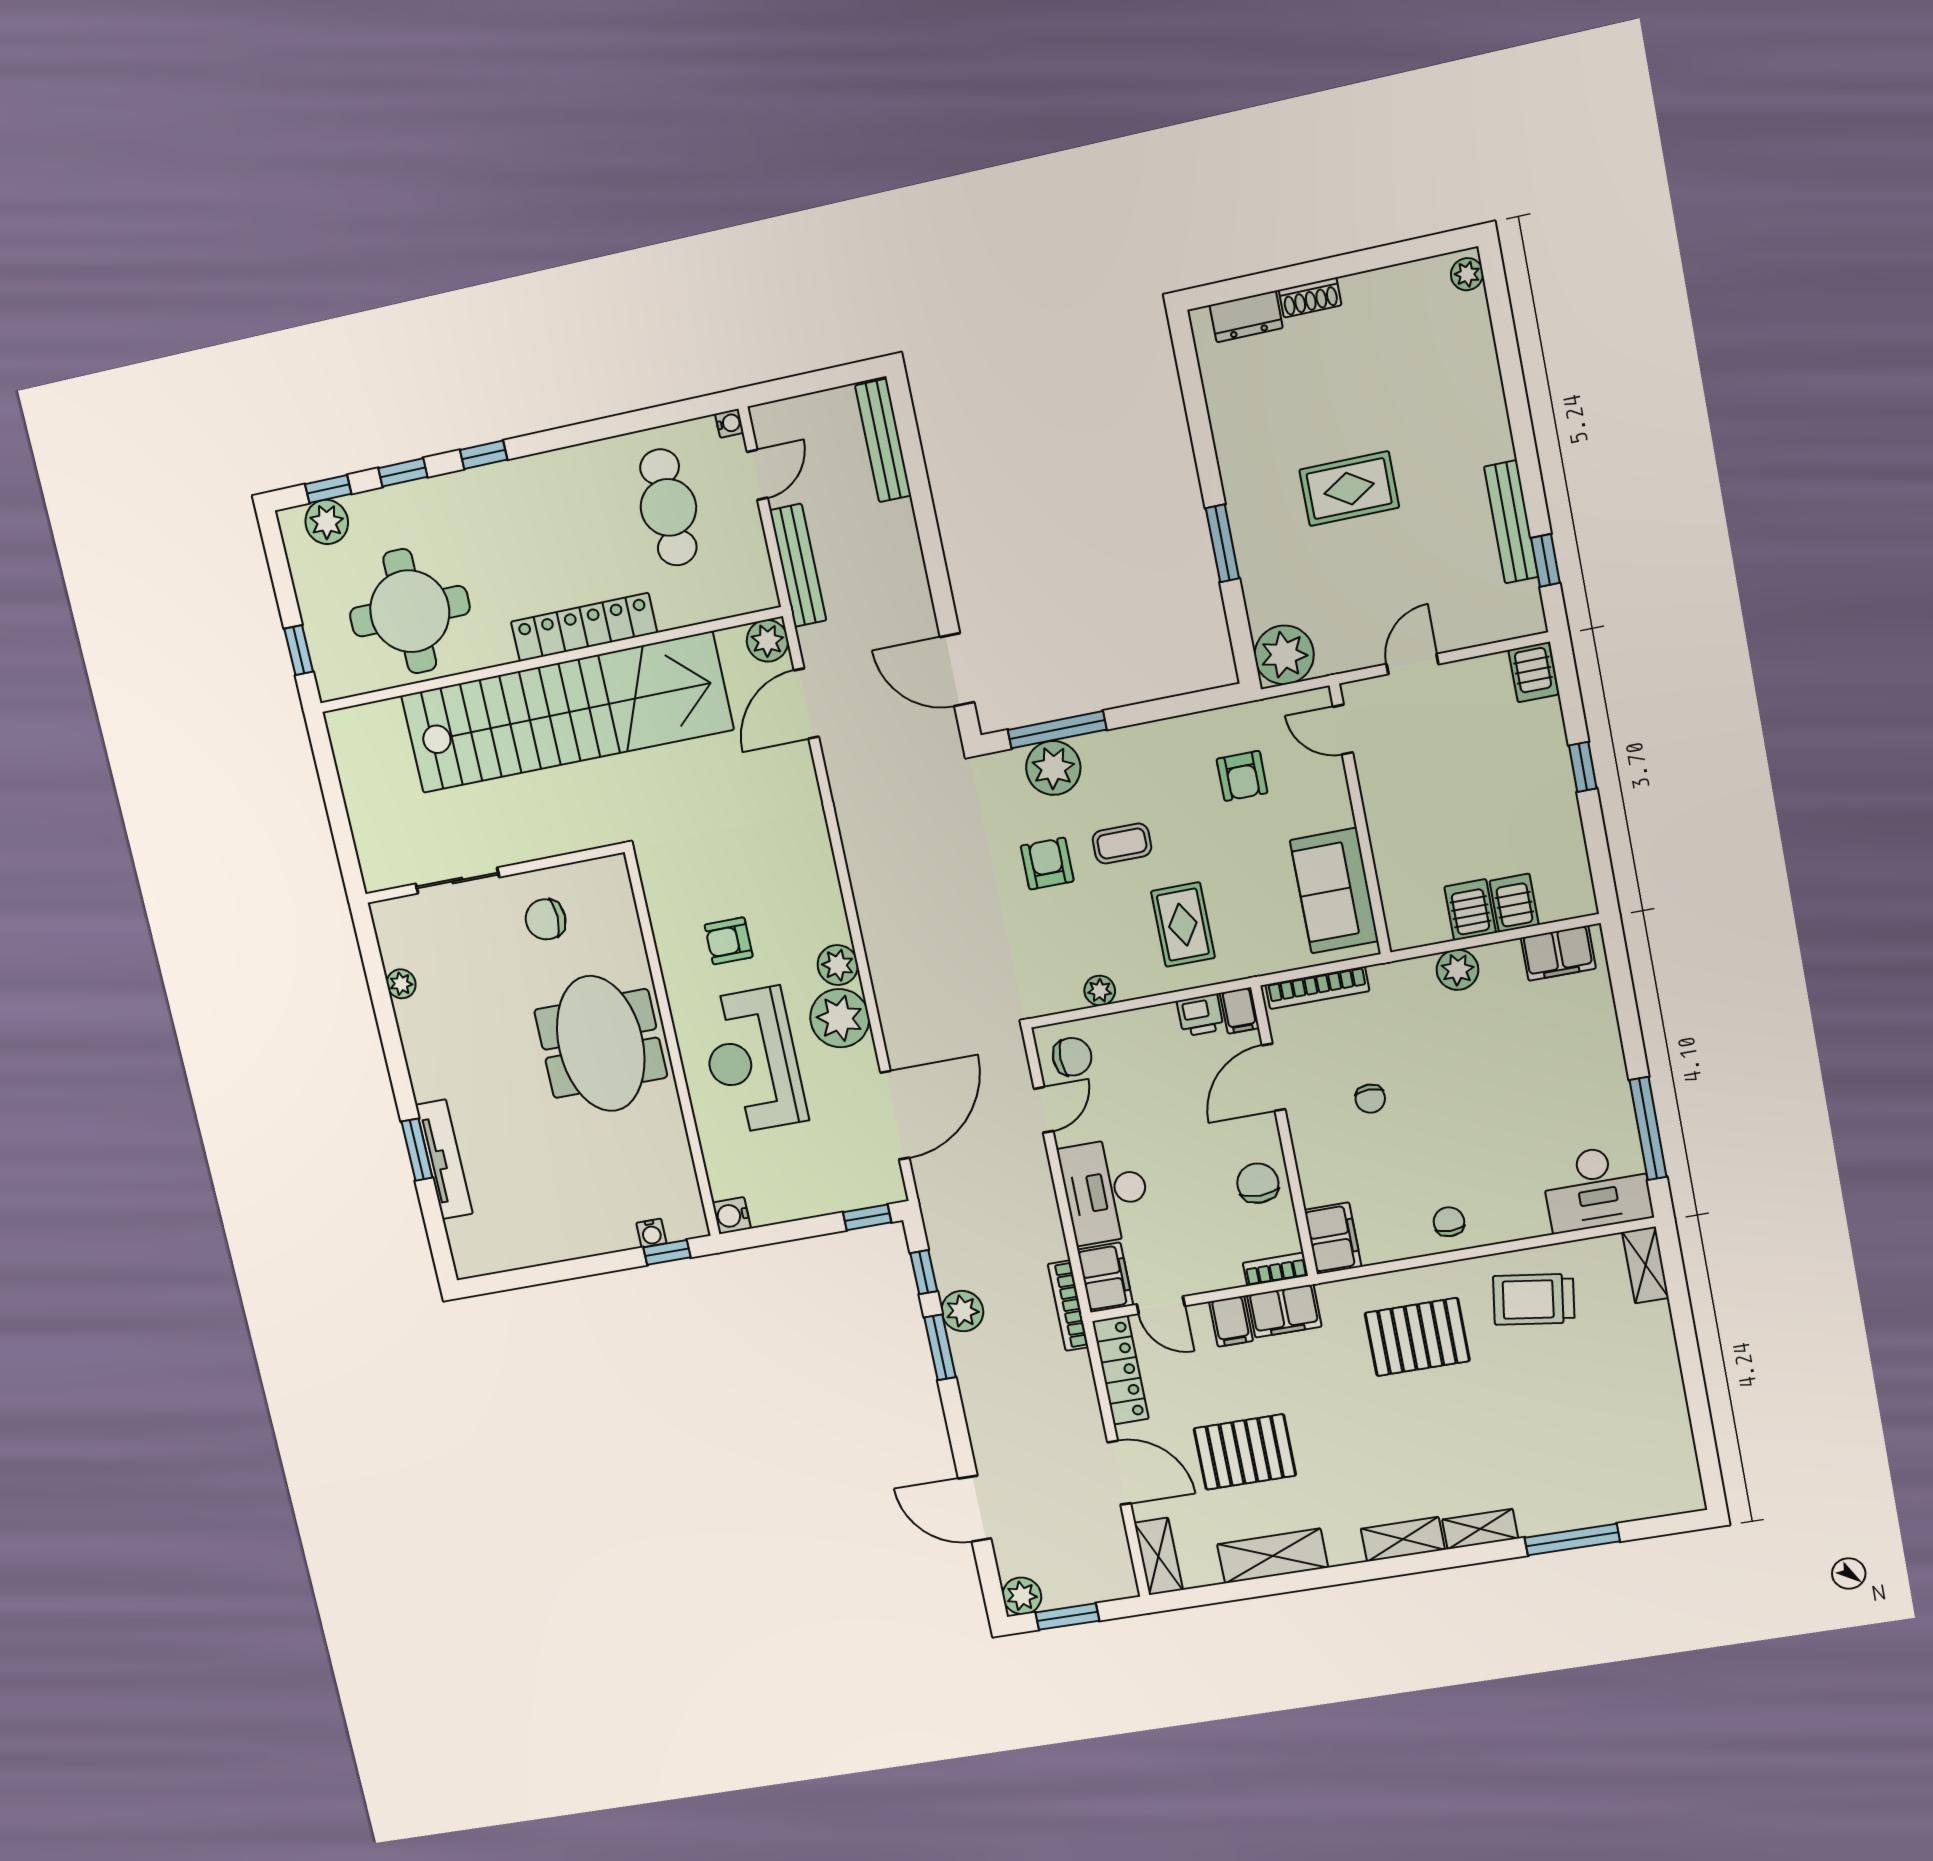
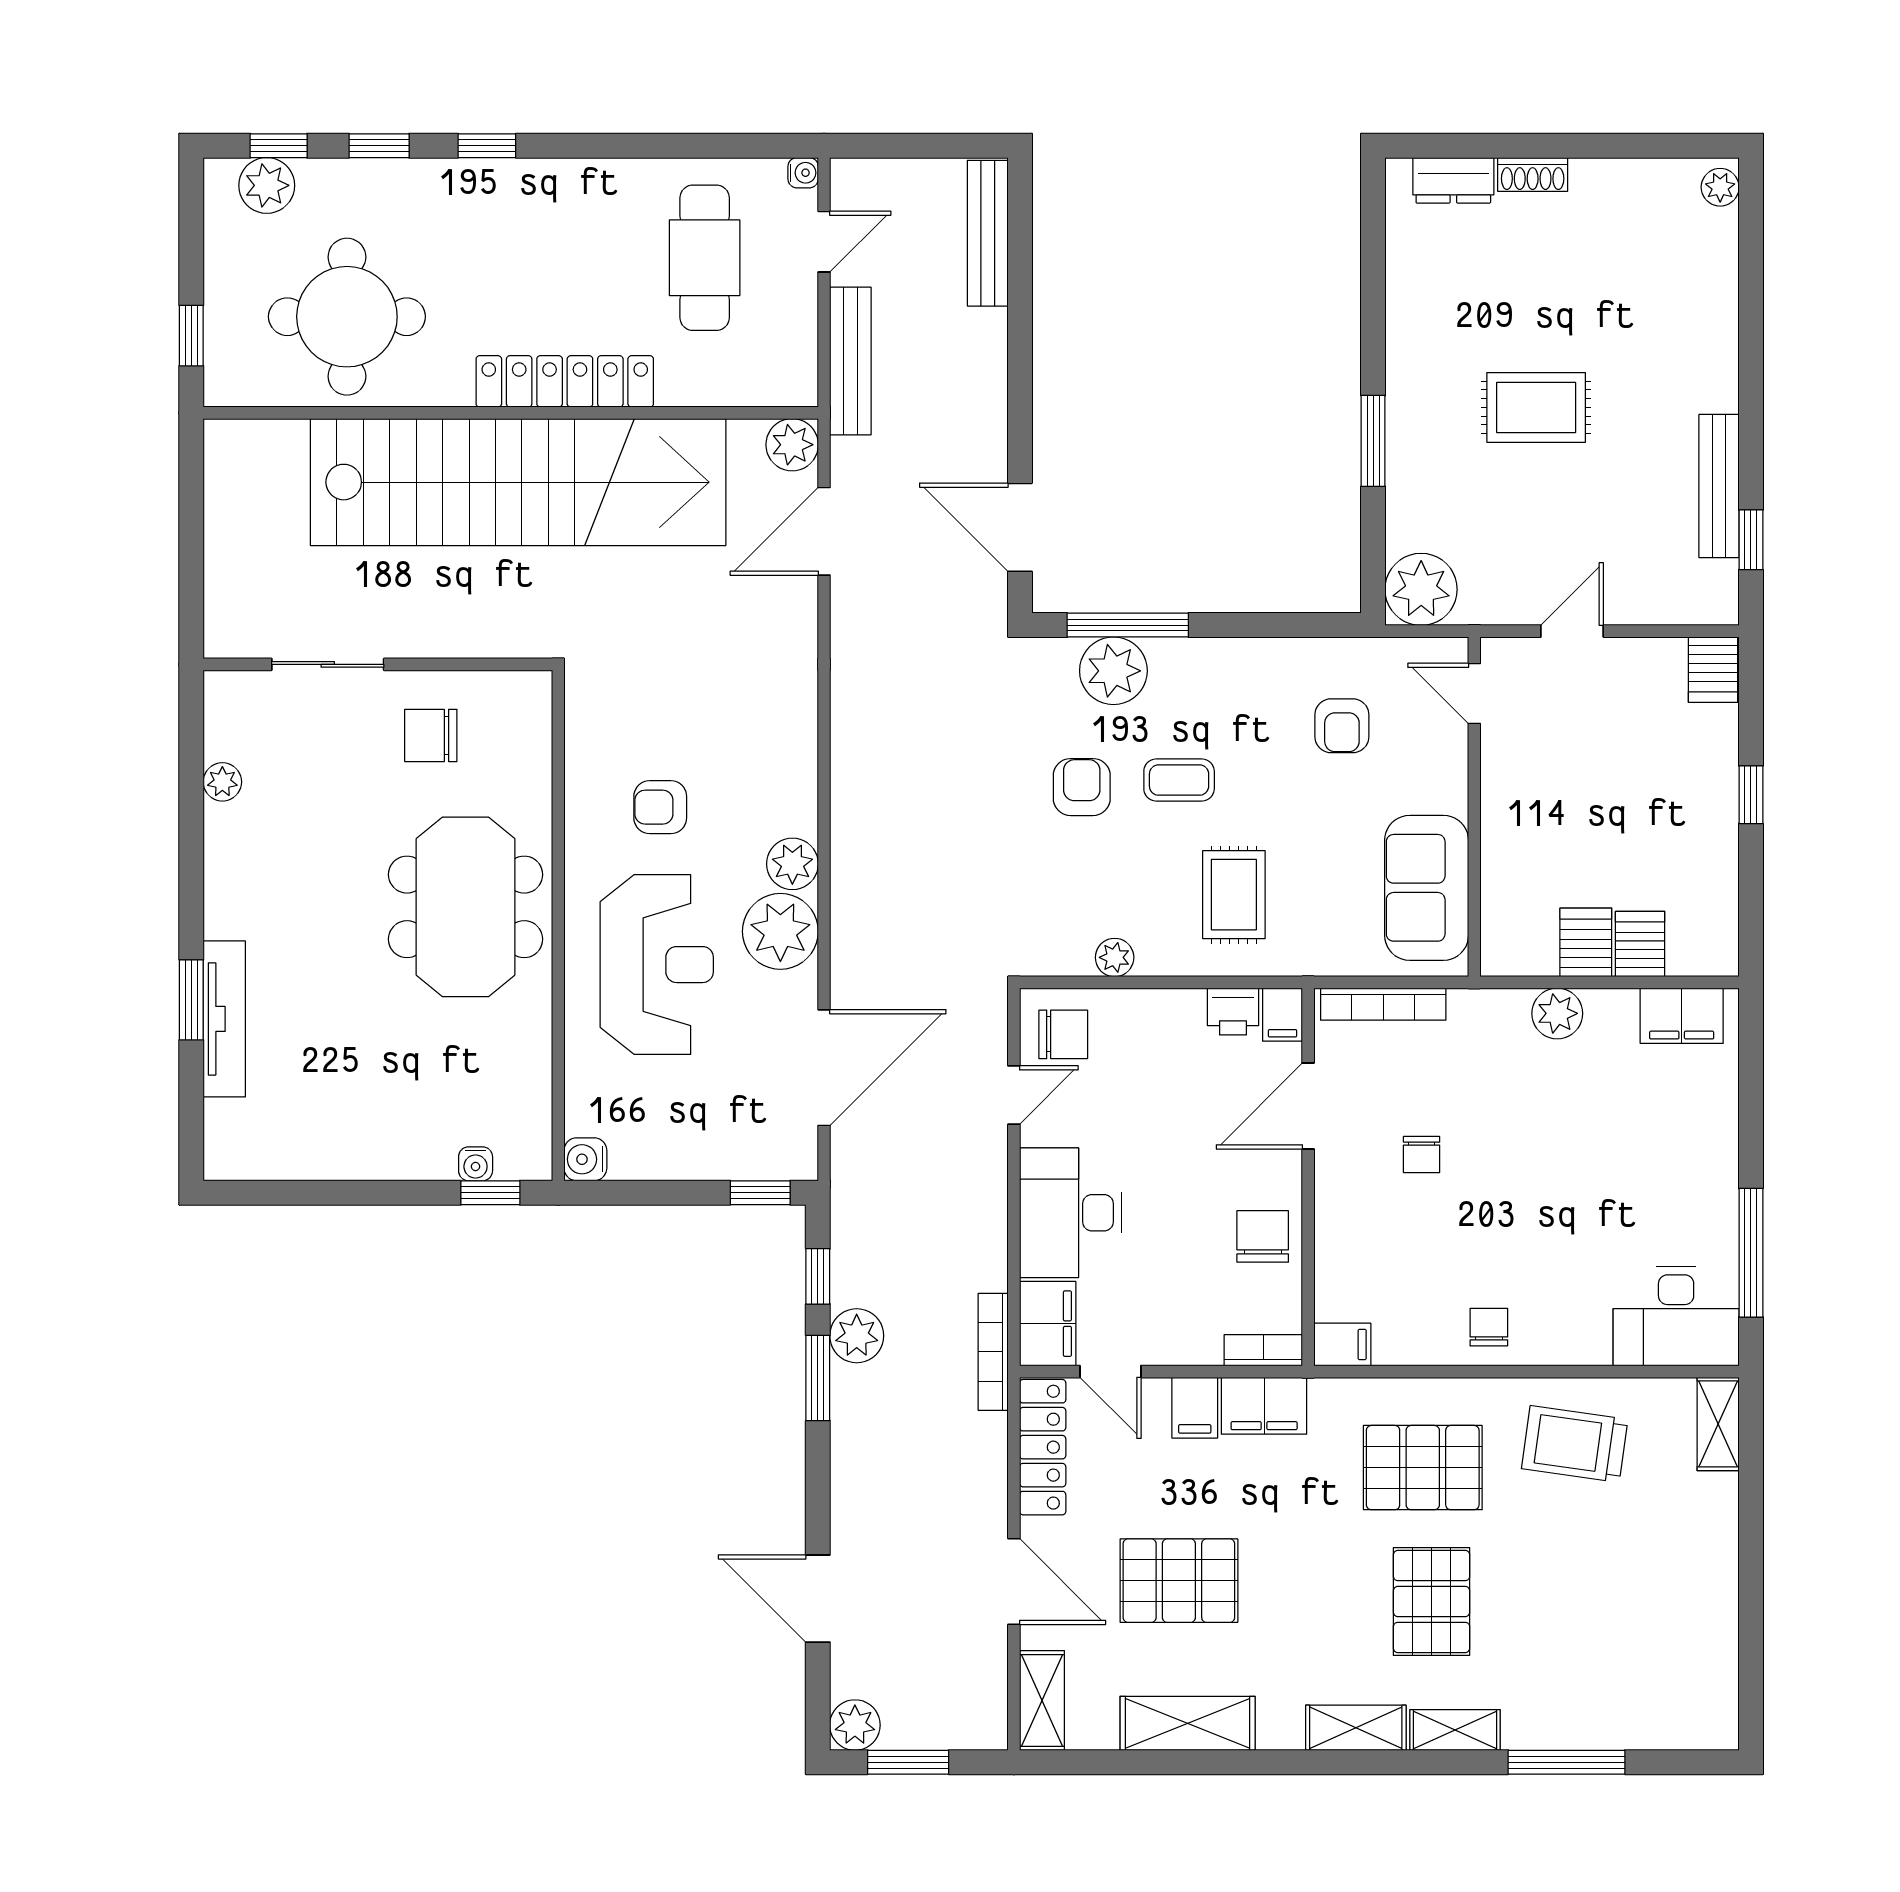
reception desk: (752, 1060) -> (657, 965), turned 180
filing cabinet: (1333, 1238) -> (1342, 1345), width x0.50
pallet: (1443, 1436) -> (1432, 1602), added

